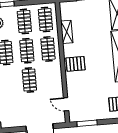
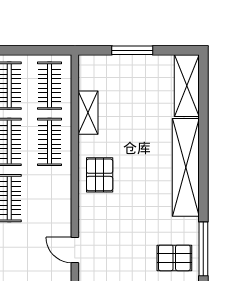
pallet: (76, 64) -> (100, 175), turned 90

